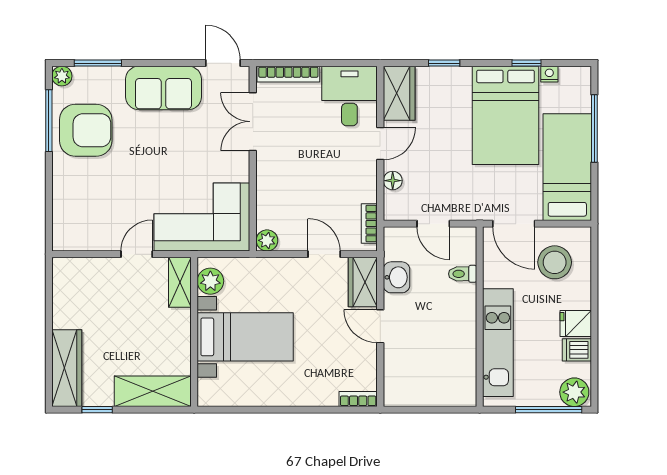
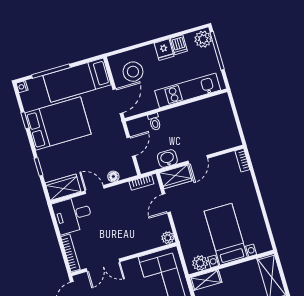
nightstand: (549, 74) -> (22, 87), moved

